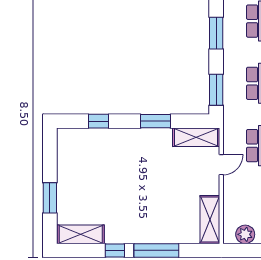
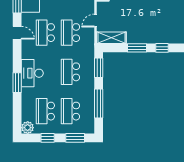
window: (216, 33) -> (99, 104), width x1.44
window: (98, 121) -> (162, 48), moved

